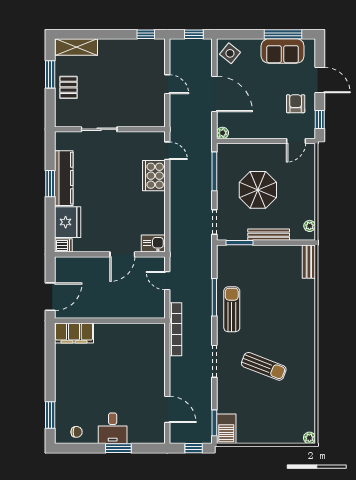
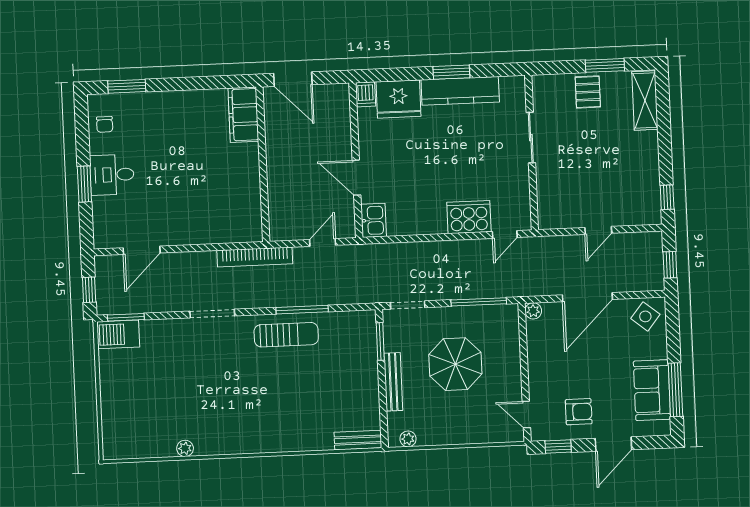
pallet: (68, 87) -> (588, 92), turned 90
sun lounger: (264, 366) -> (208, 383), removed
plant: (309, 438) -> (185, 448), moved

